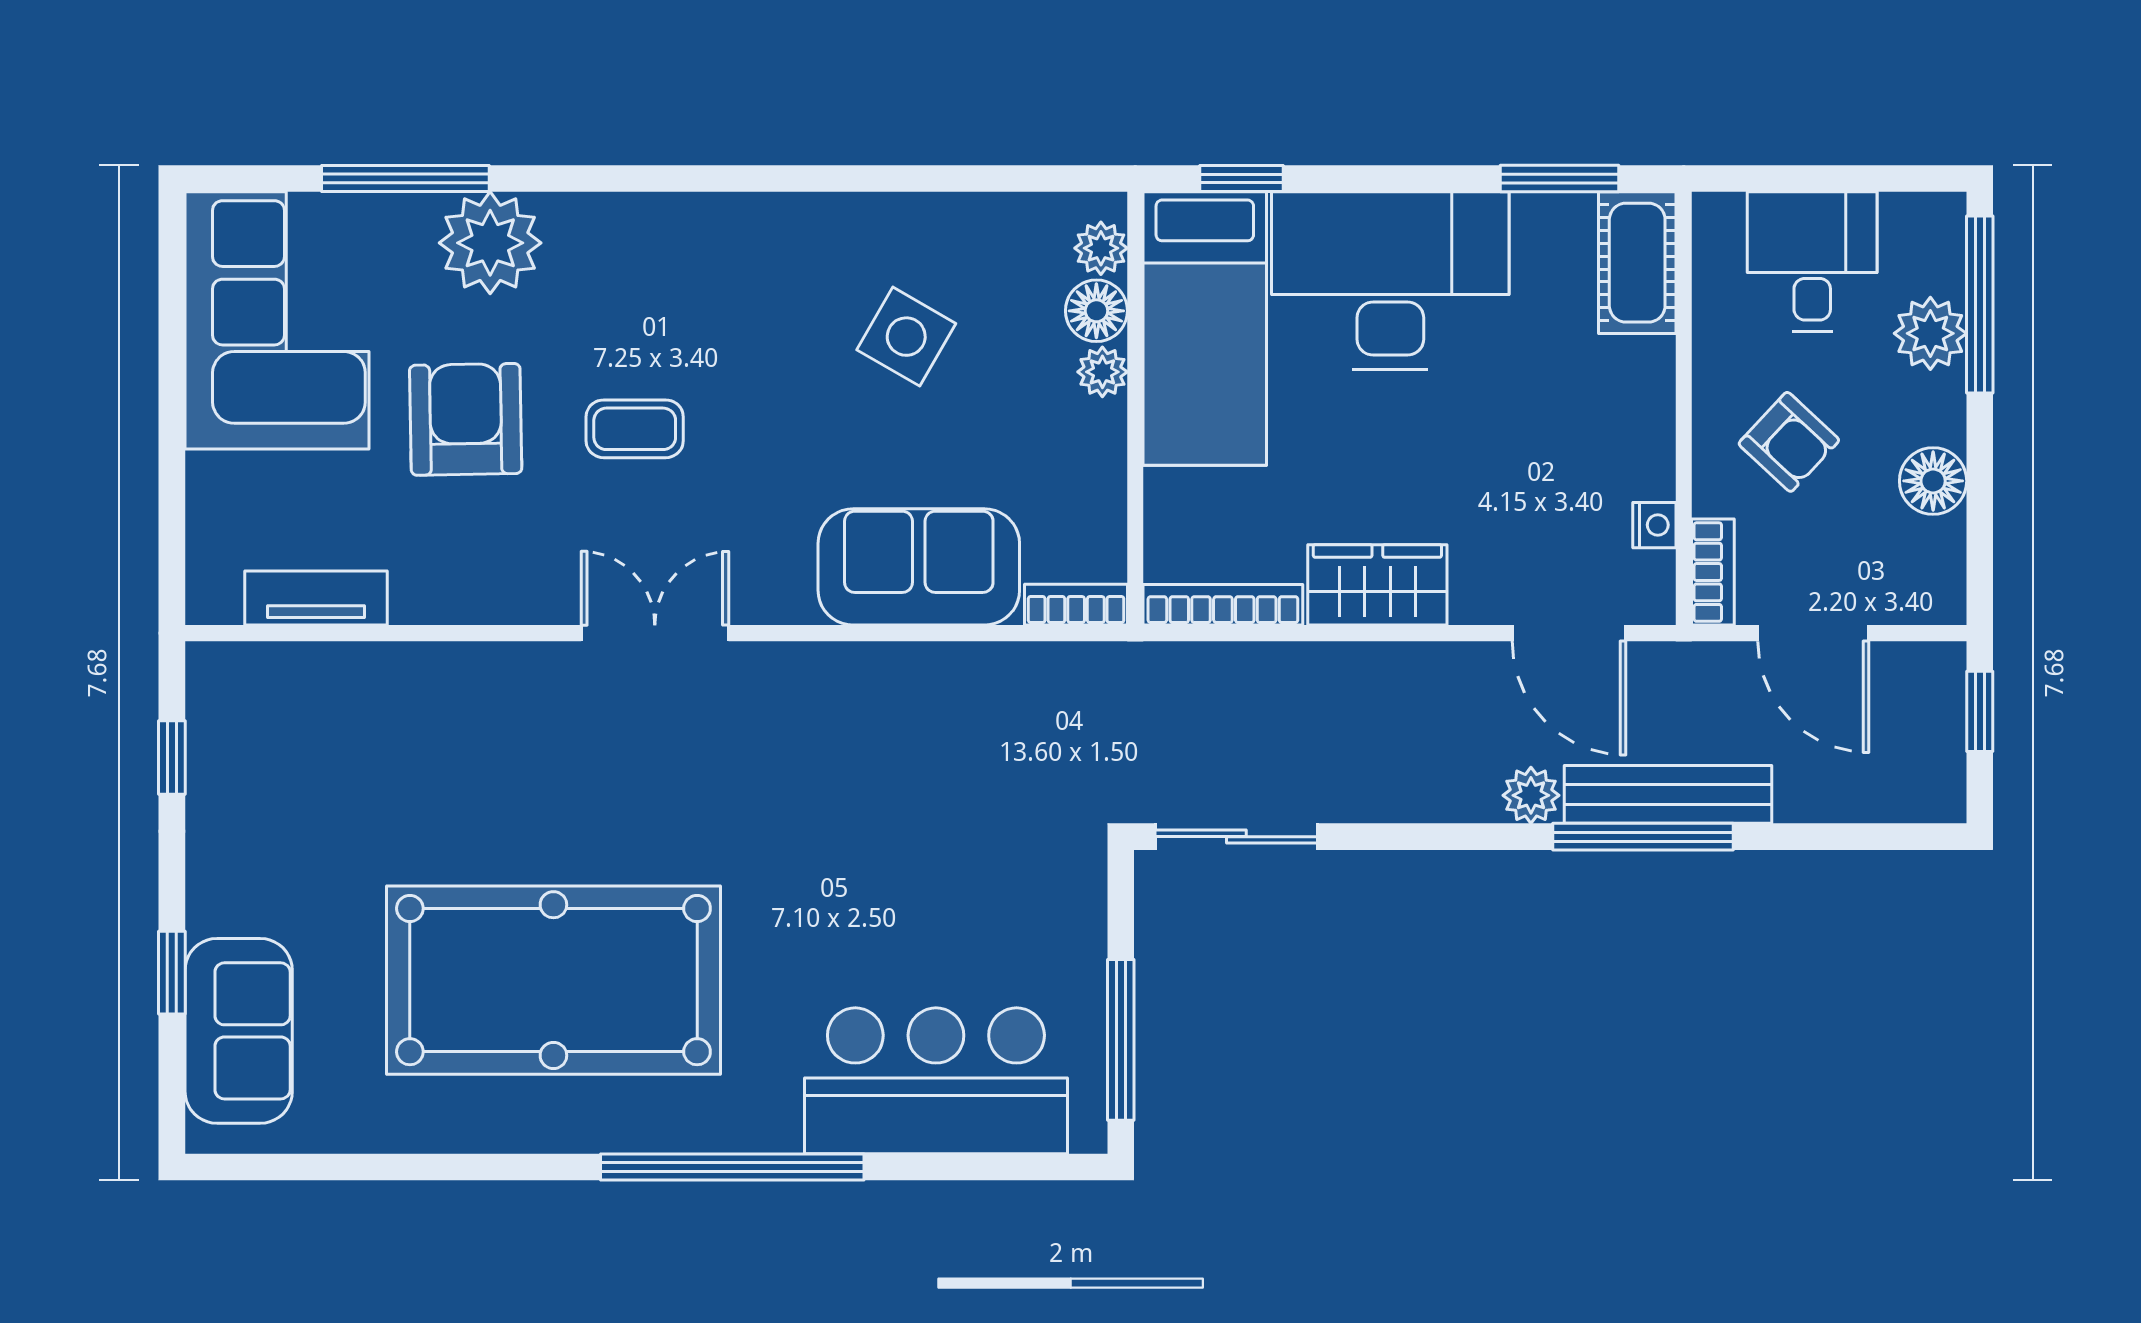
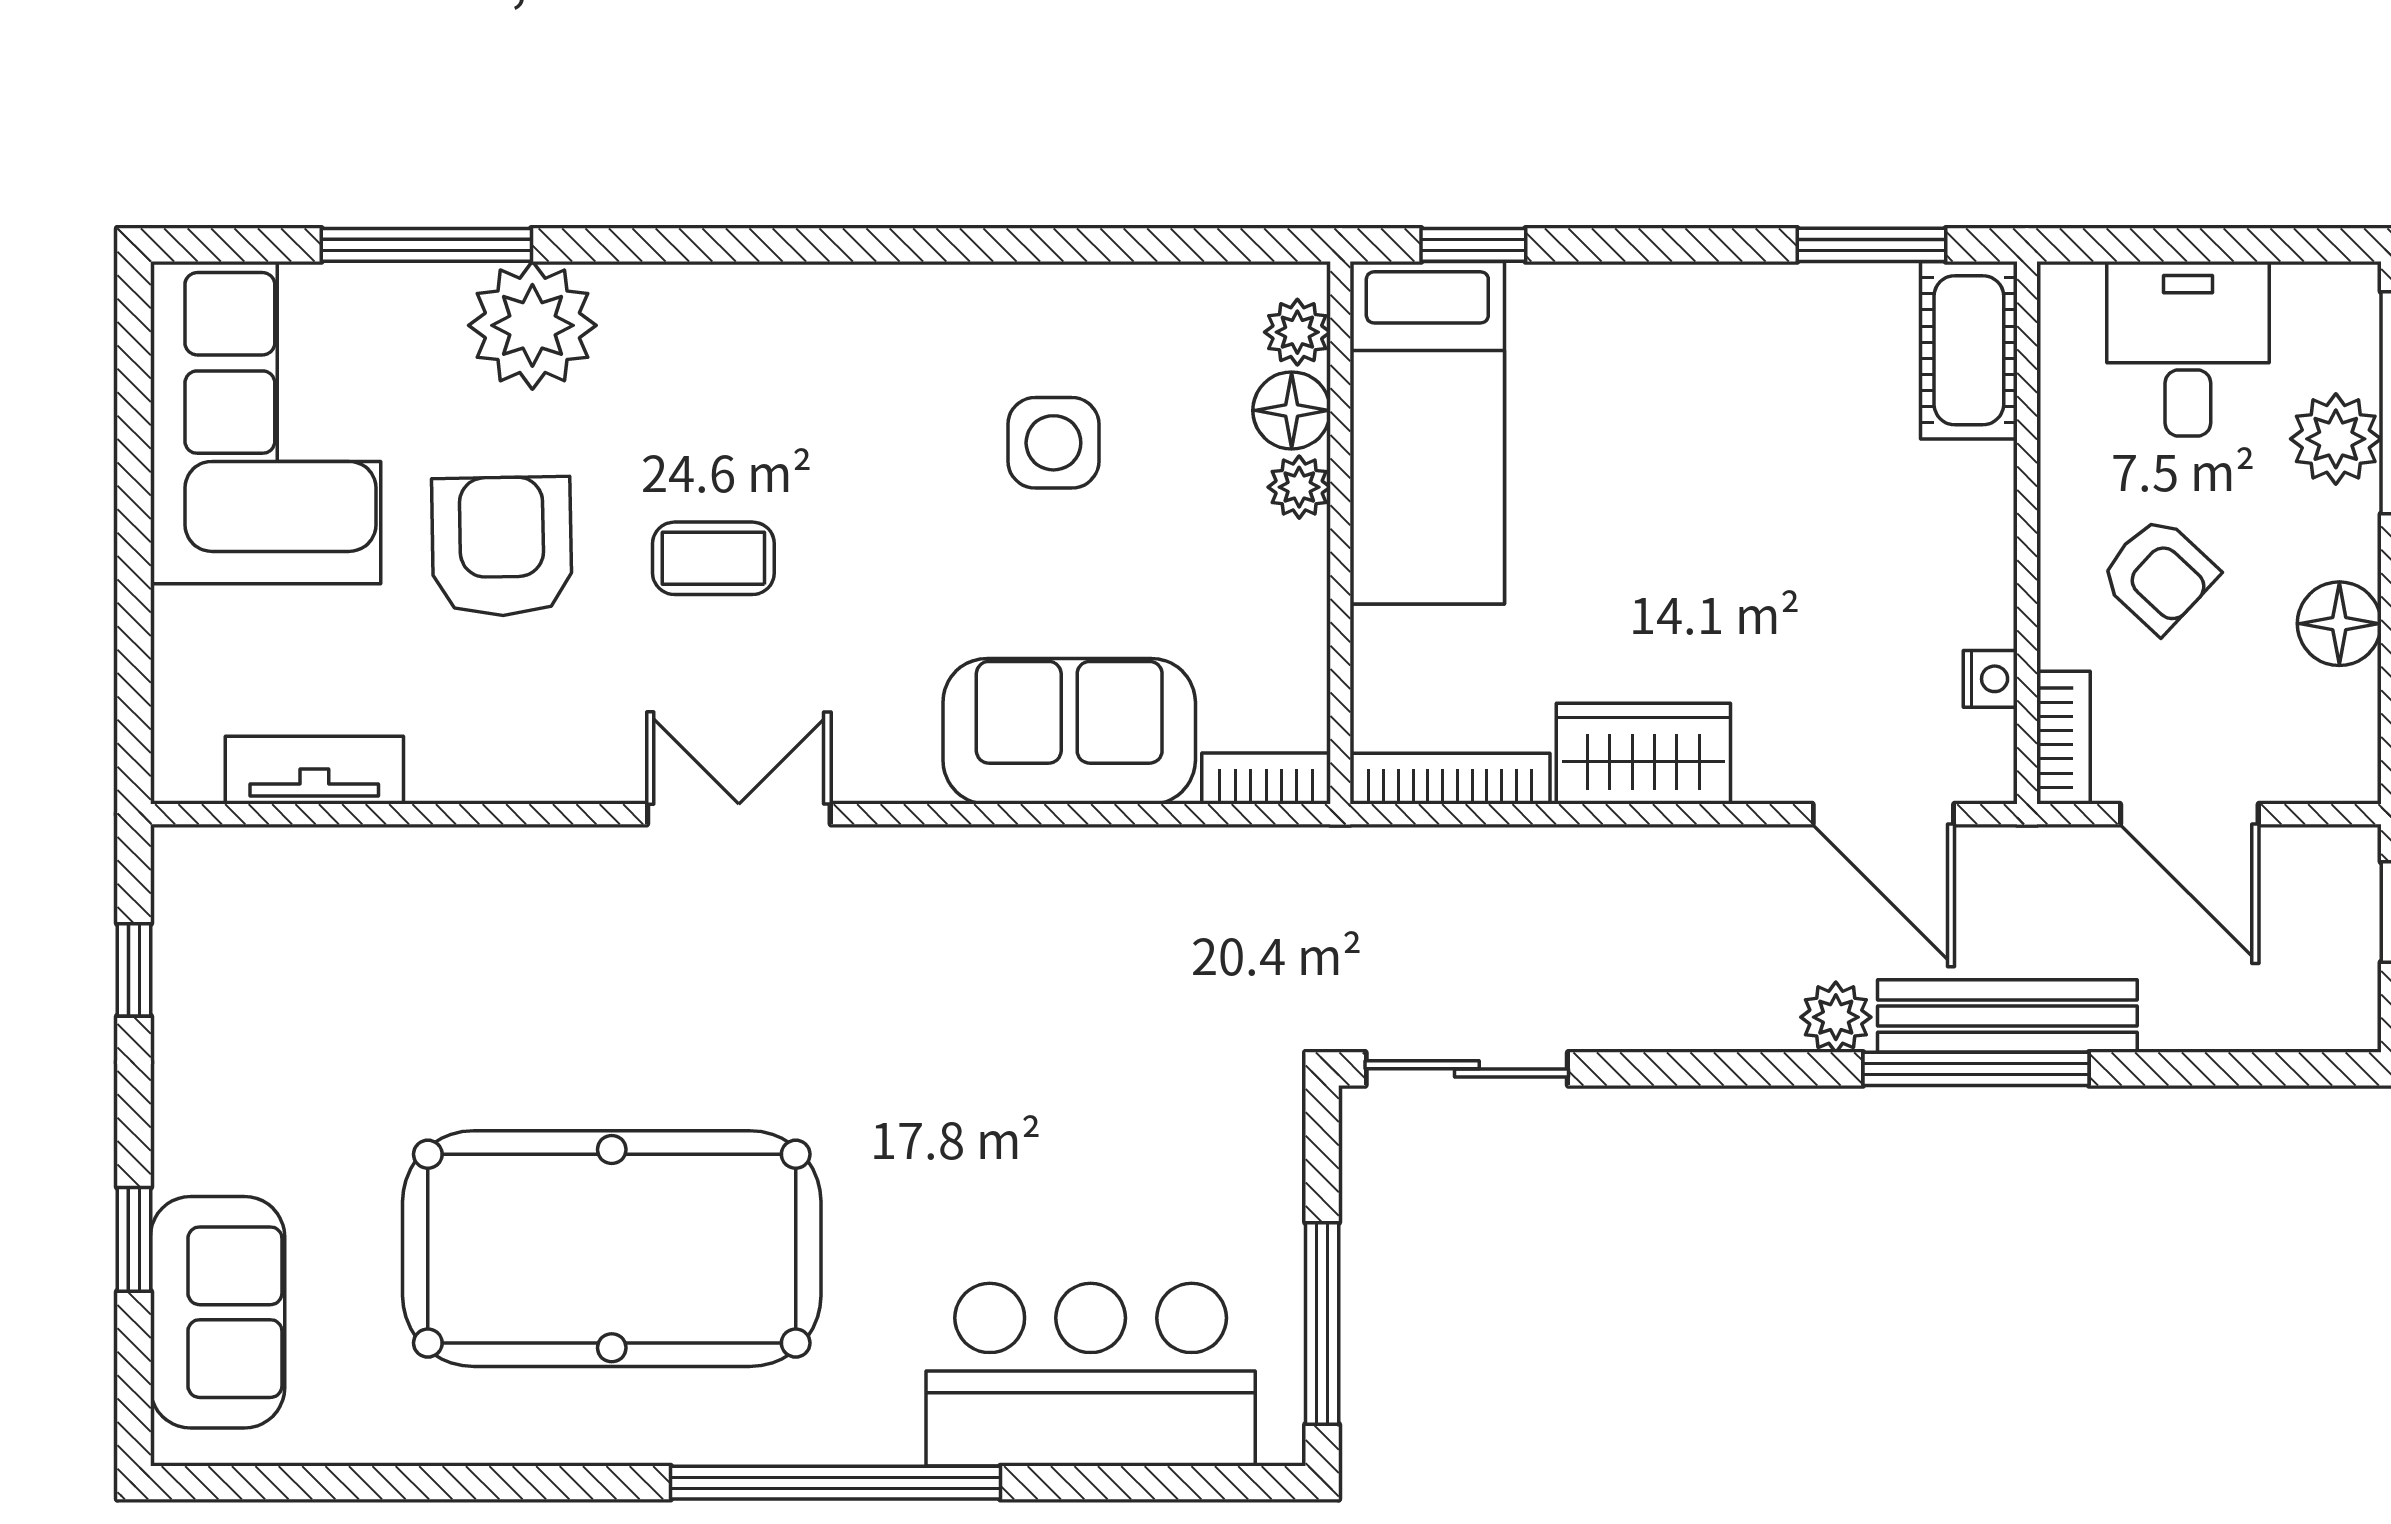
desk: (1390, 281) -> (1660, 373), removed
side table: (906, 337) -> (1053, 443), turned -30

